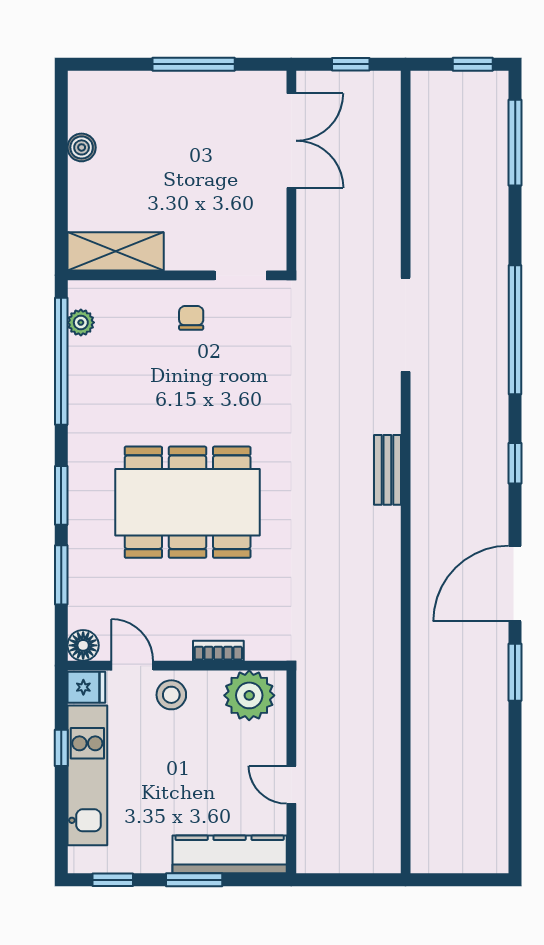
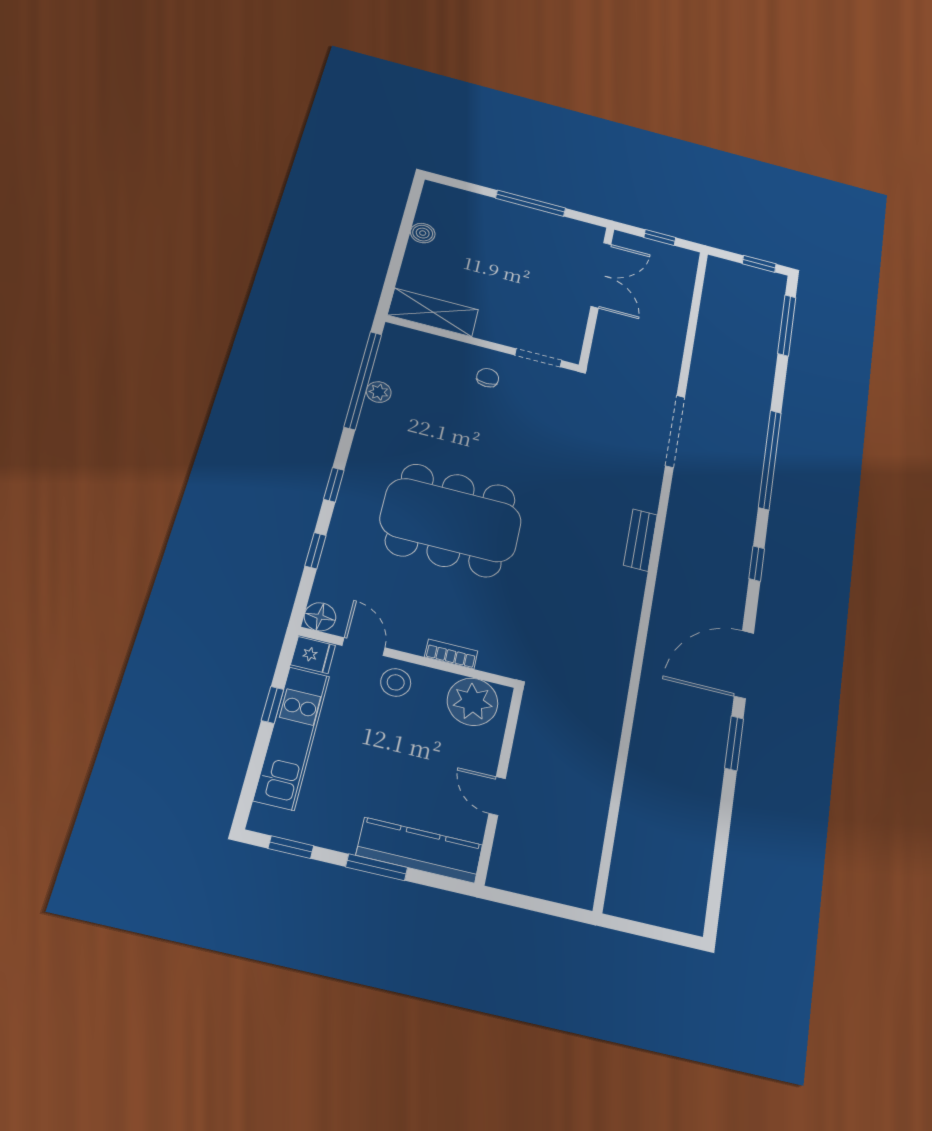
plant: (81, 323) -> (379, 392), moved
window: (61, 495) -> (334, 485), width x0.67
window: (61, 575) -> (315, 551), width x0.67

